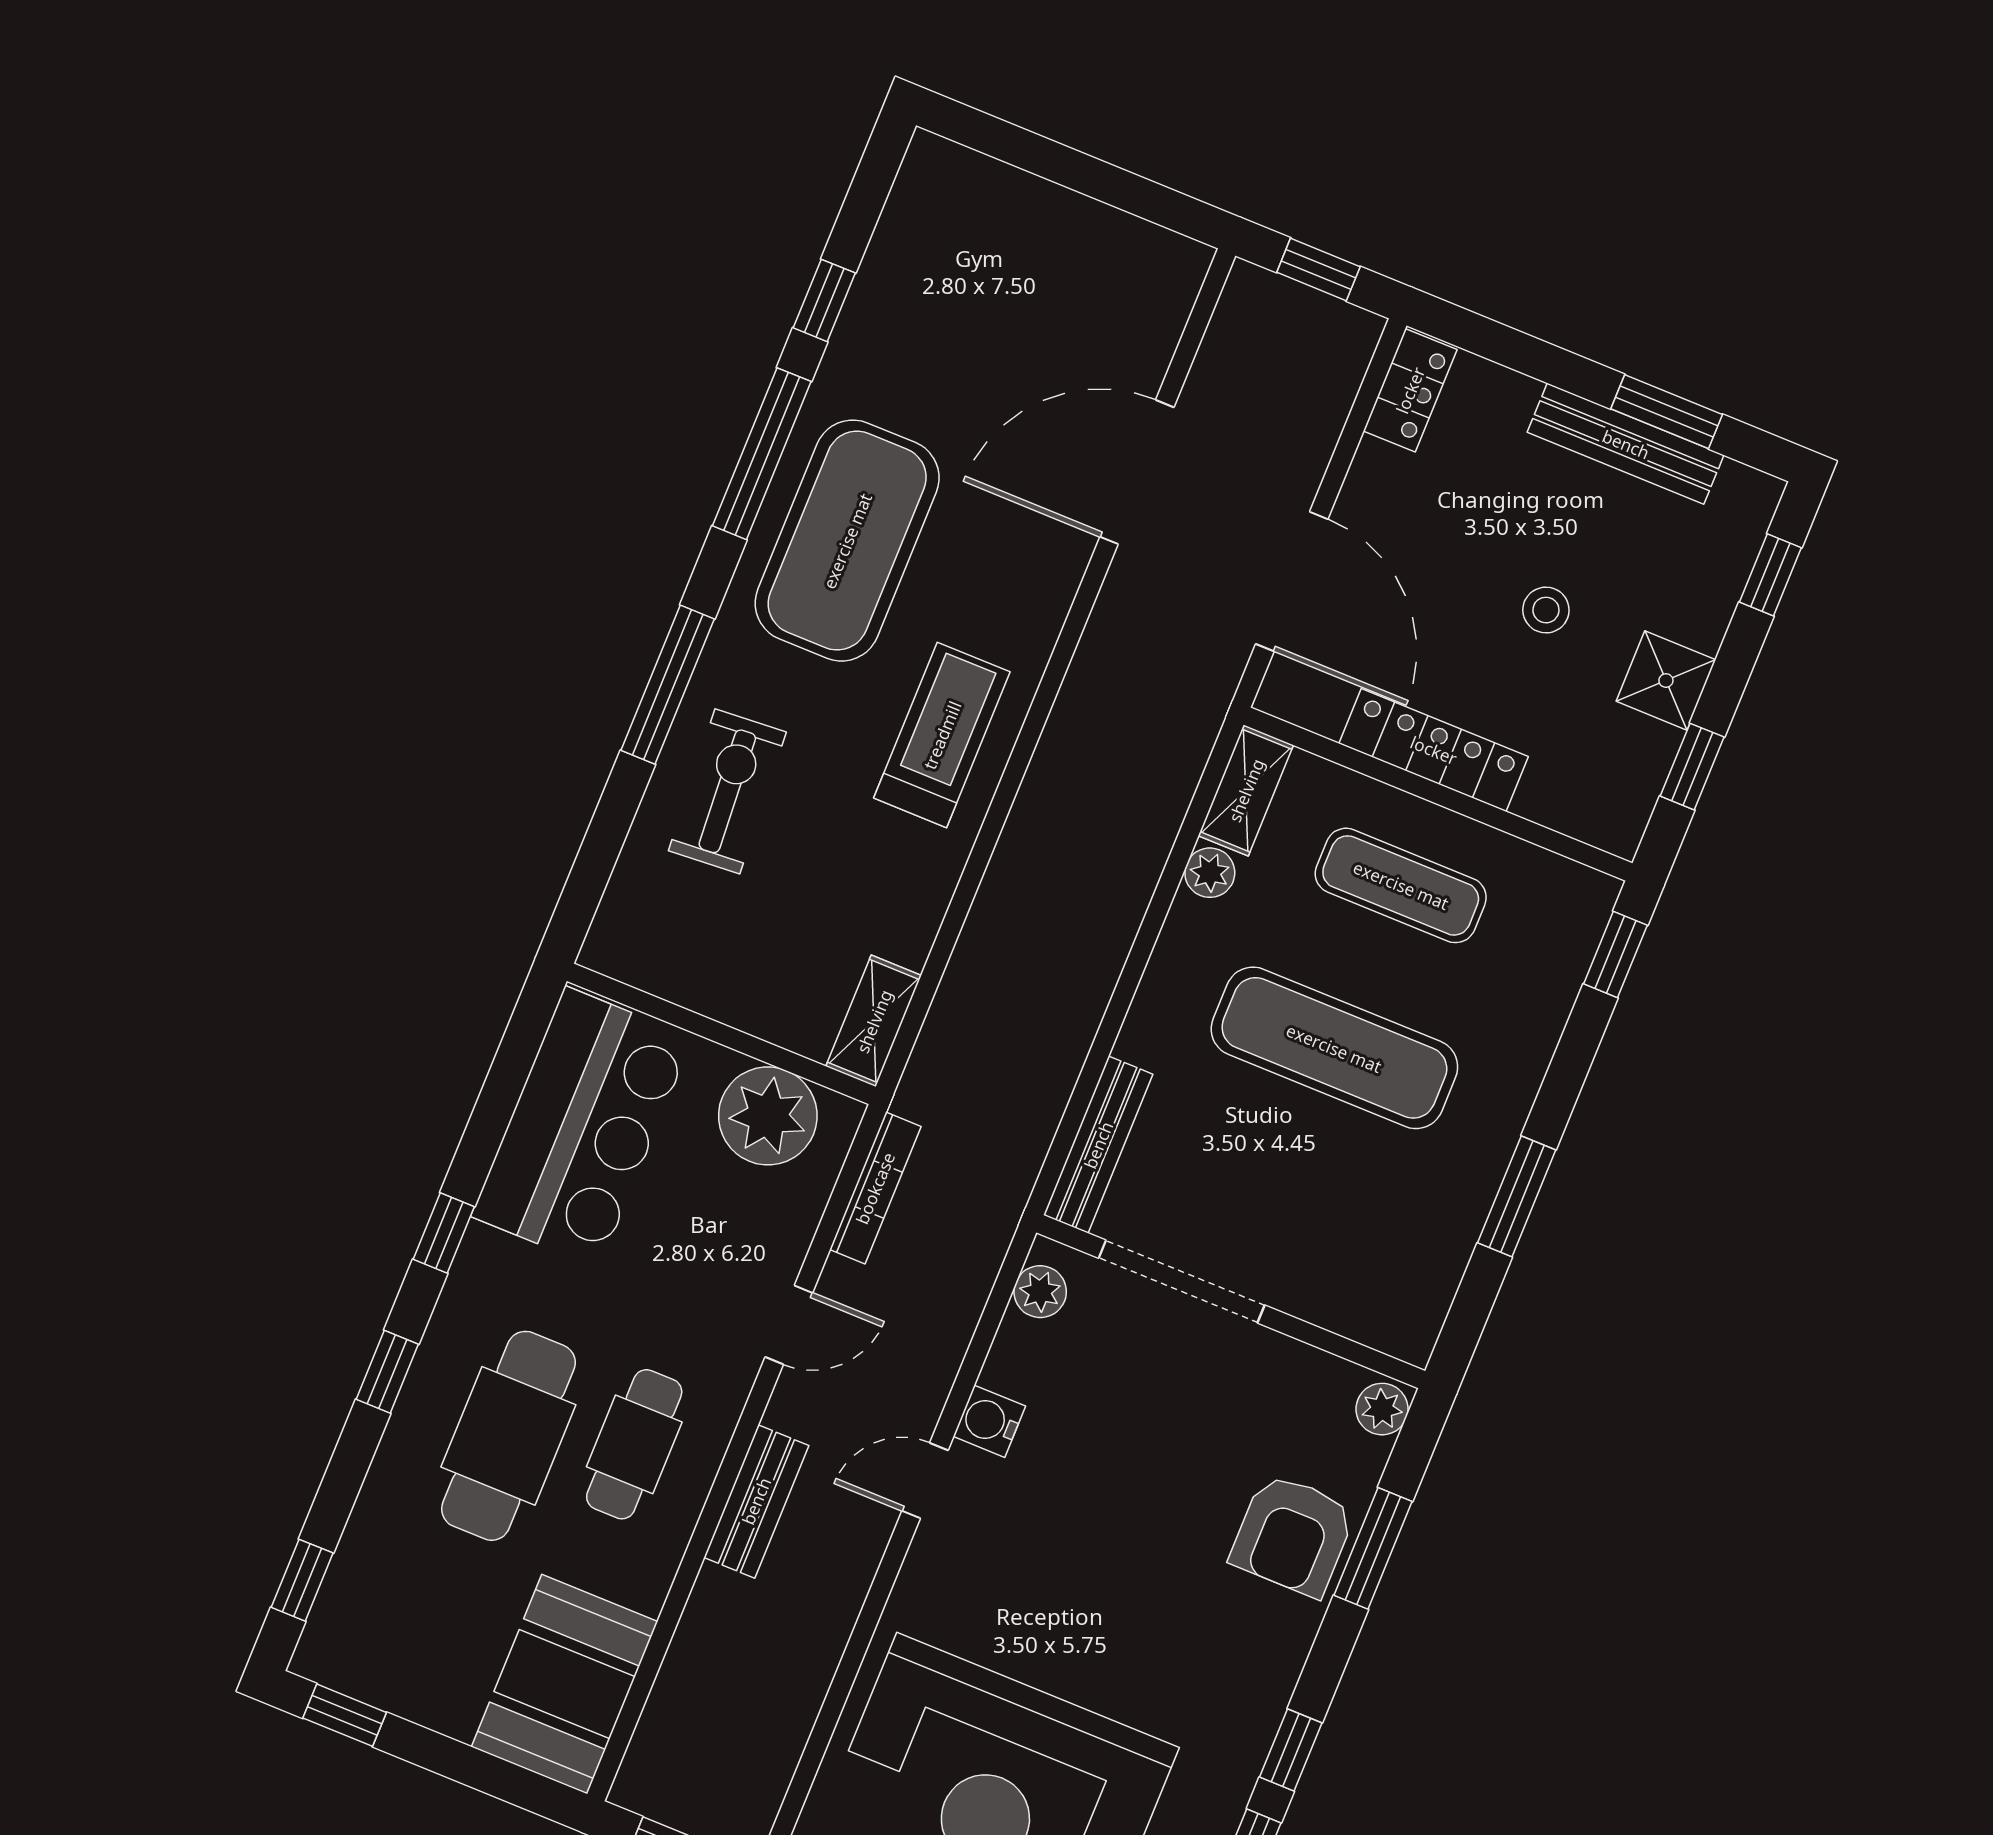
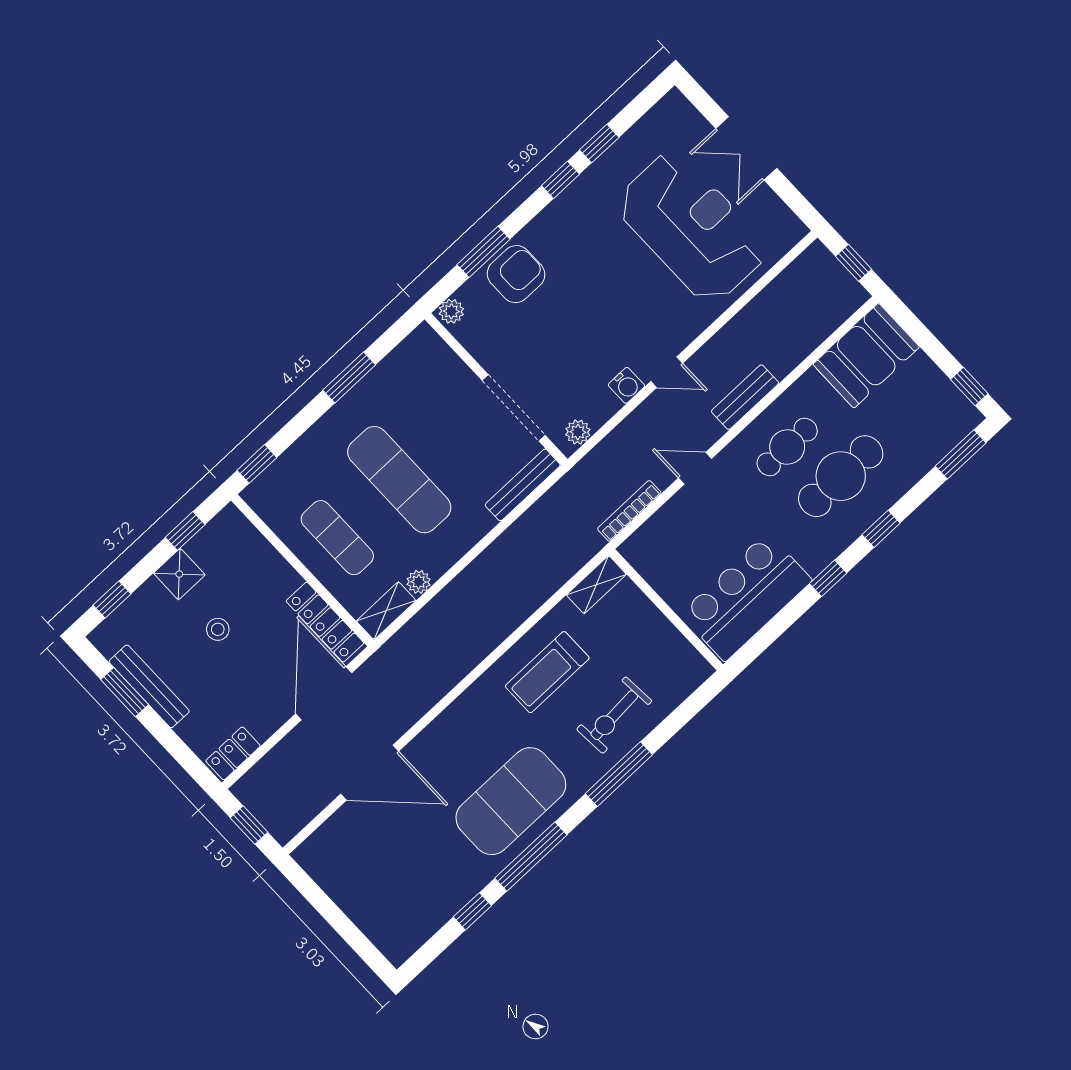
treadmill: (942, 735) -> (547, 672), moved
locker: (1434, 750) -> (325, 622), moved
plant: (768, 1116) -> (662, 564), removed
window: (302, 1580) -> (961, 454), width x1.50

